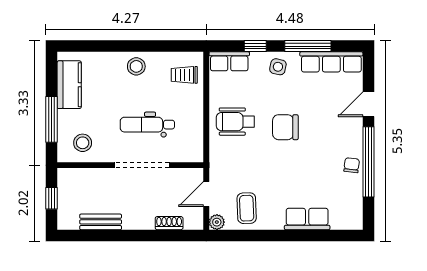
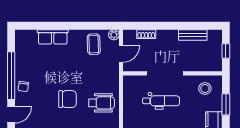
window: (52, 119) -> (226, 104), width x0.69
chair: (352, 165) -> (23, 86), moved

